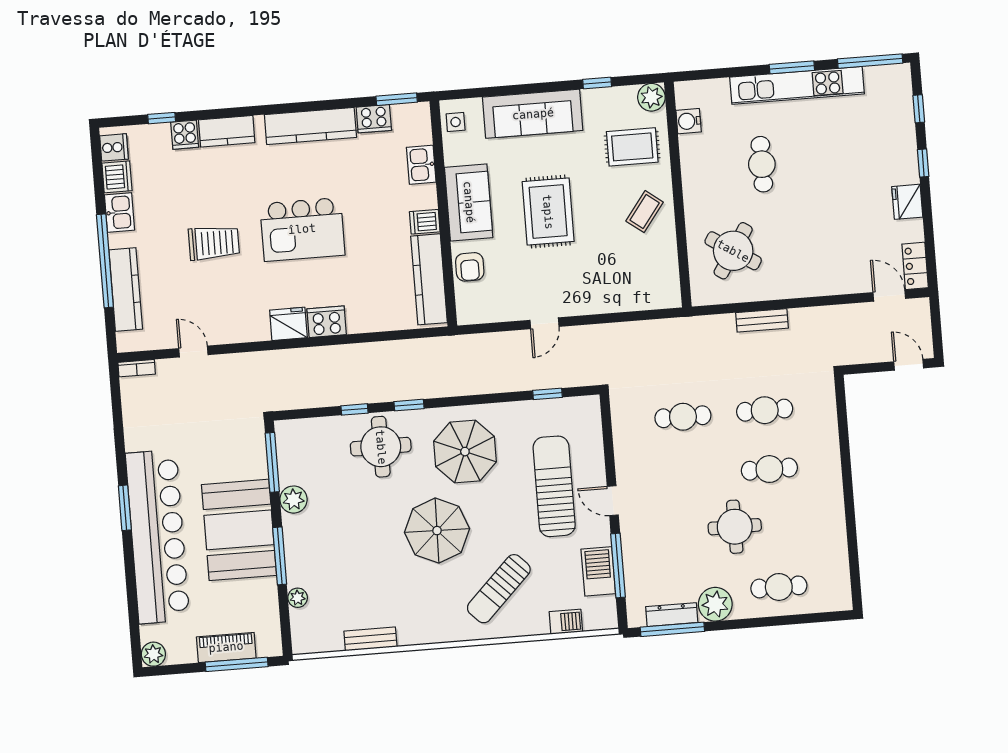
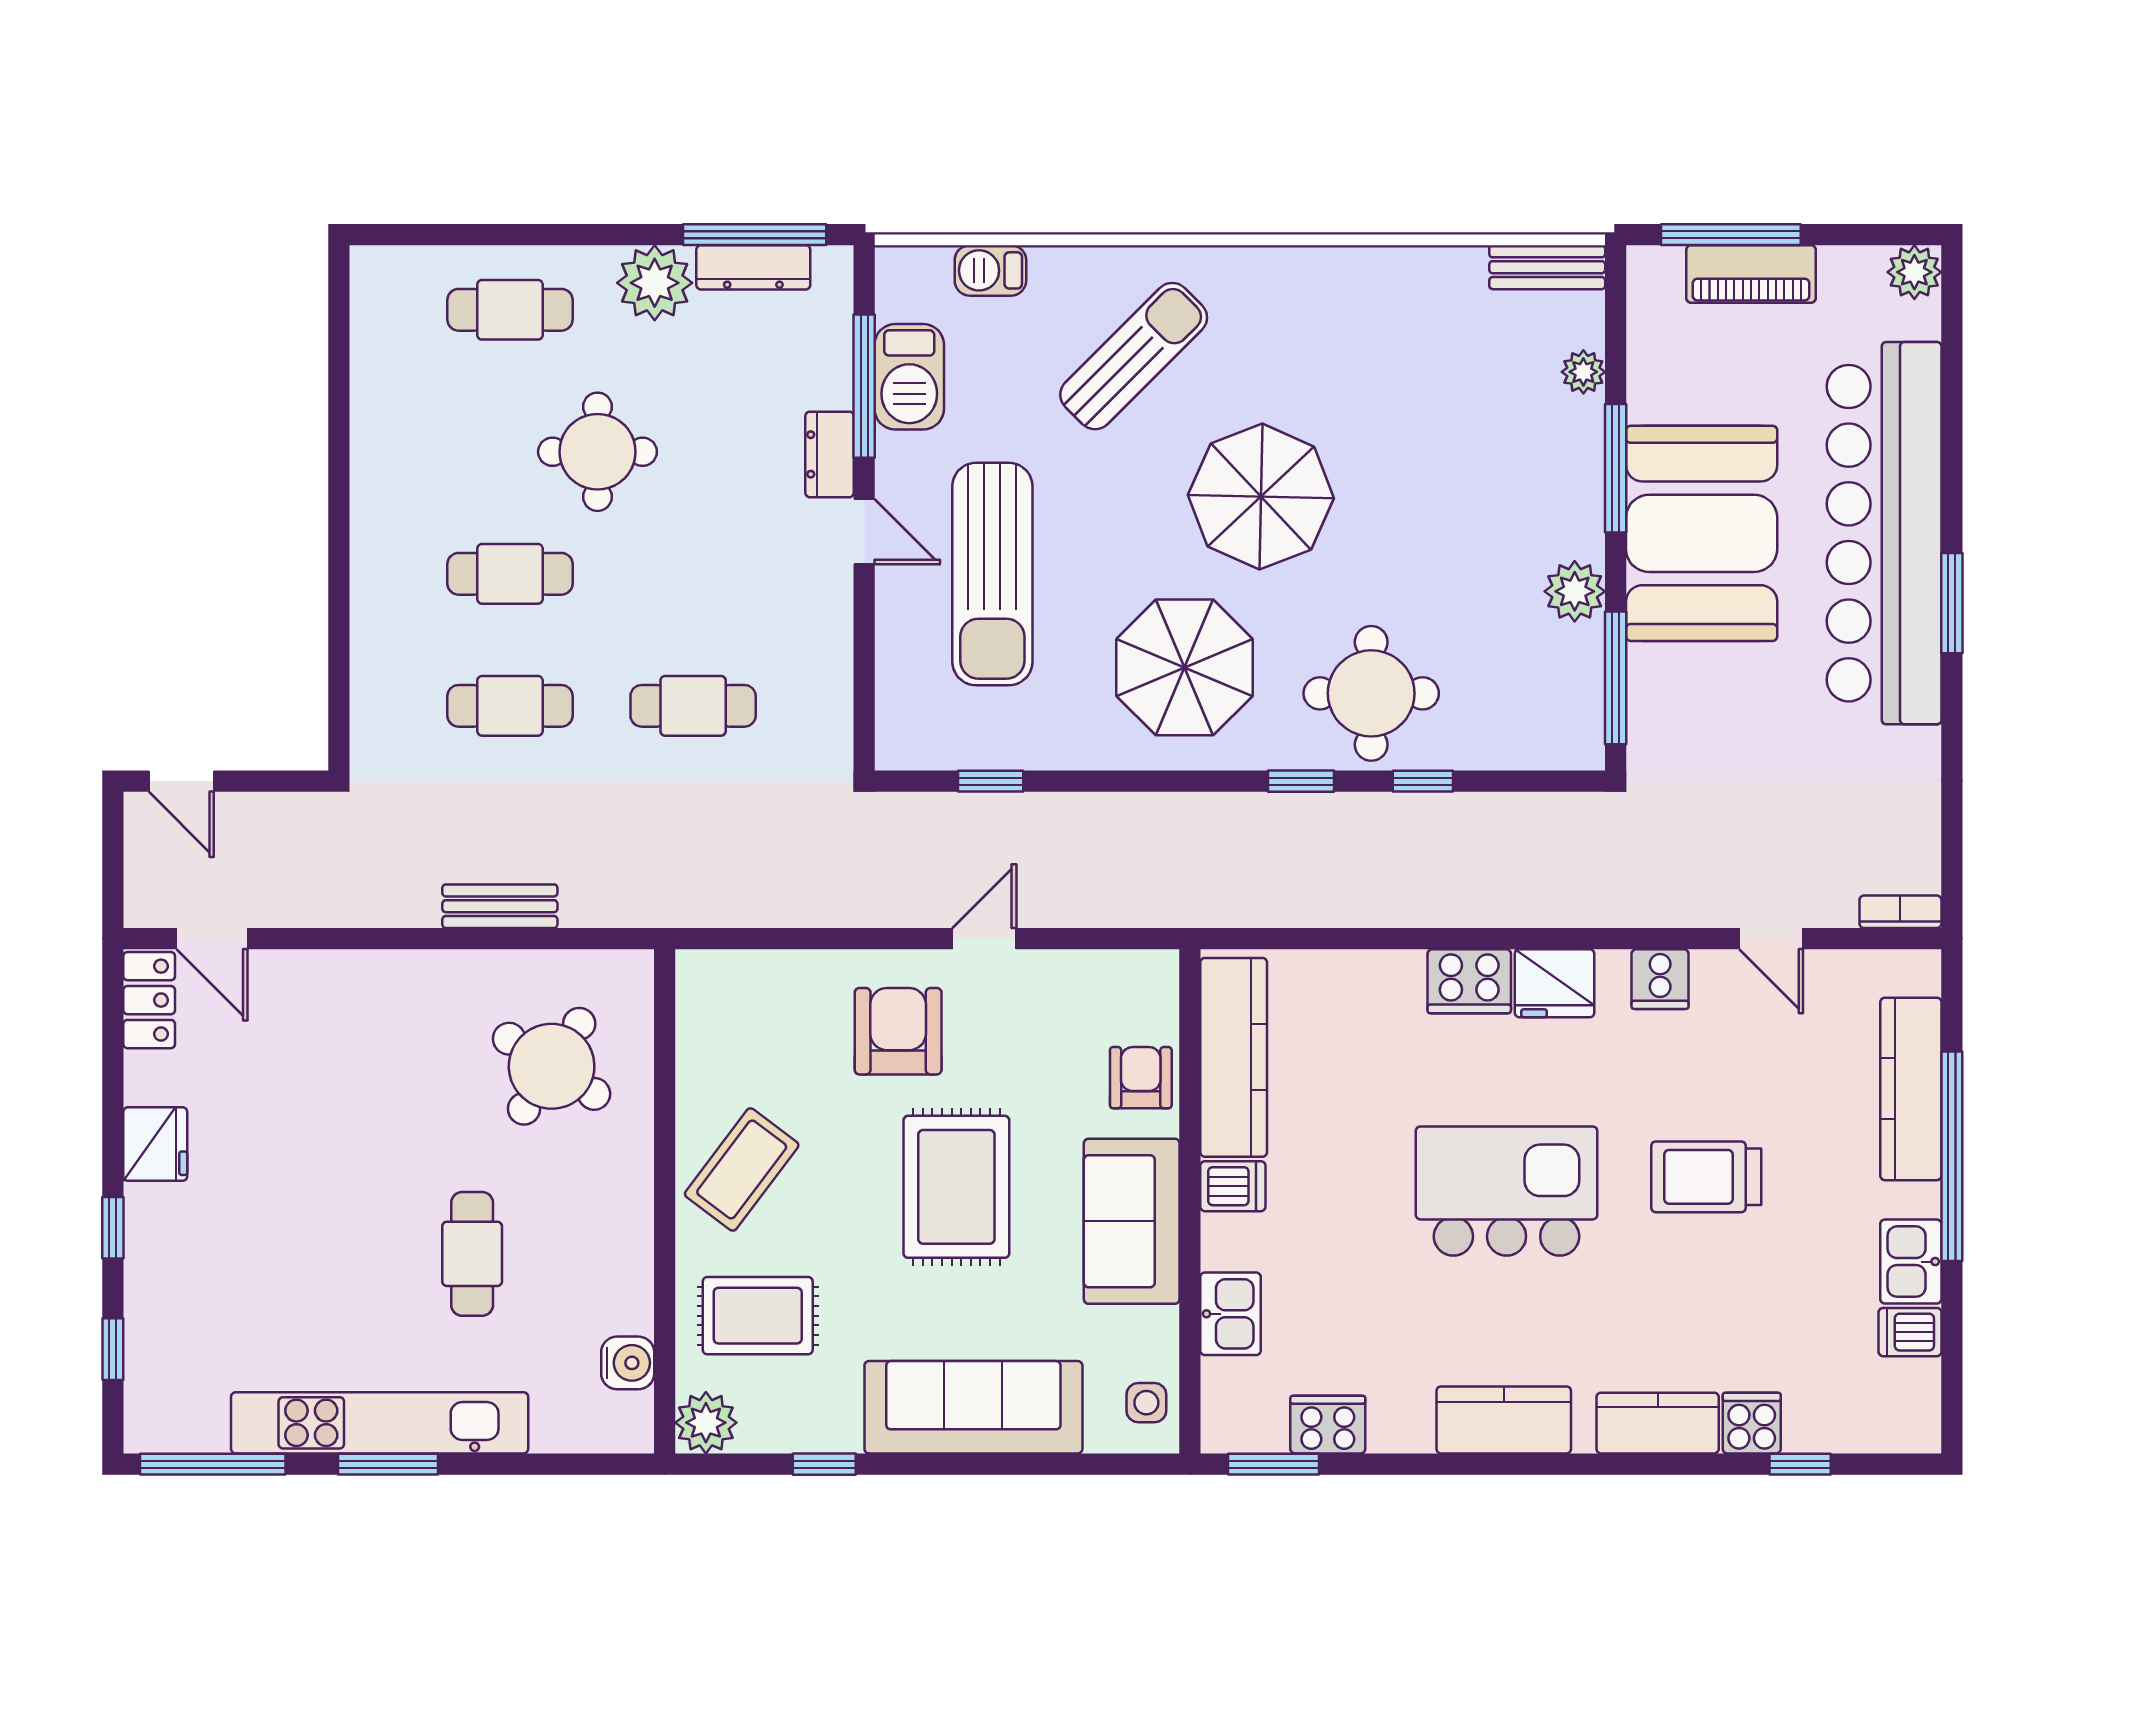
kitchen counter: (310, 126) -> (1504, 1420), width x0.67
cooker: (114, 147) -> (1660, 979), moved, turned -90
dishwasher: (117, 177) -> (1910, 1332), width x0.73
coffee table: (645, 212) -> (742, 1170), width x1.36, depth x1.30
armchair: (580, 279) -> (898, 1031), added
dresser: (631, 534) -> (830, 454), added
bench: (370, 639) -> (1547, 267), moved

